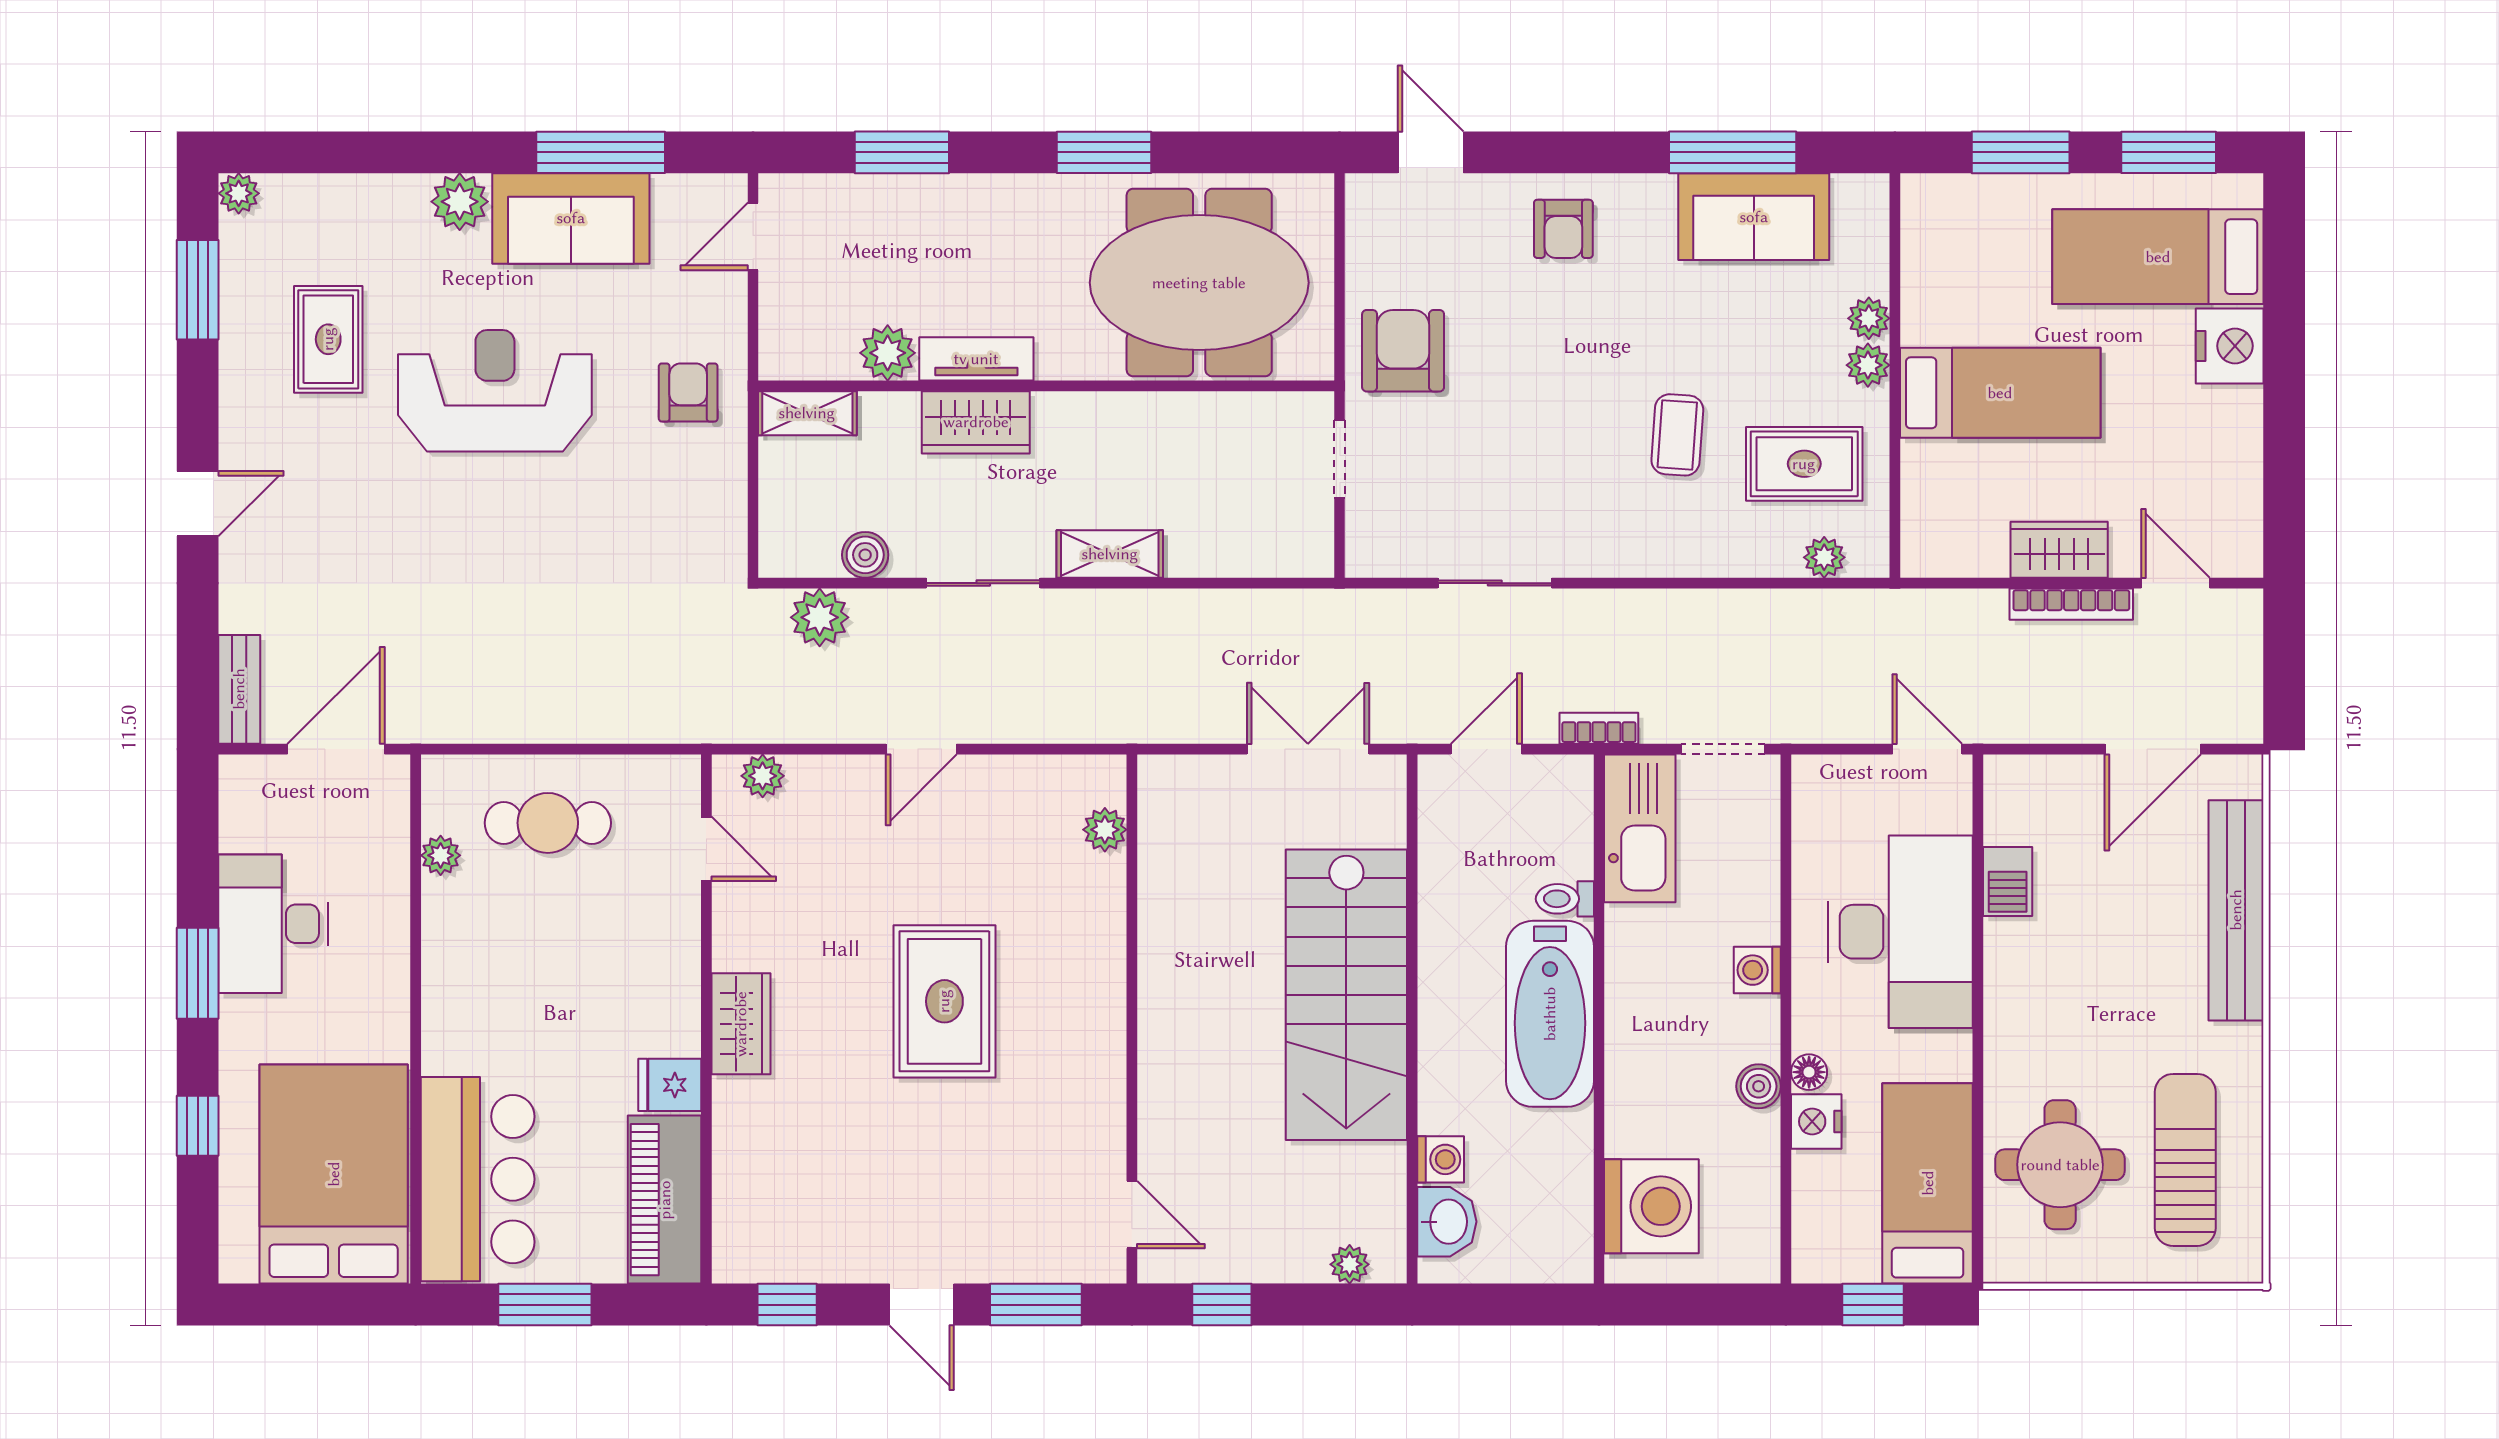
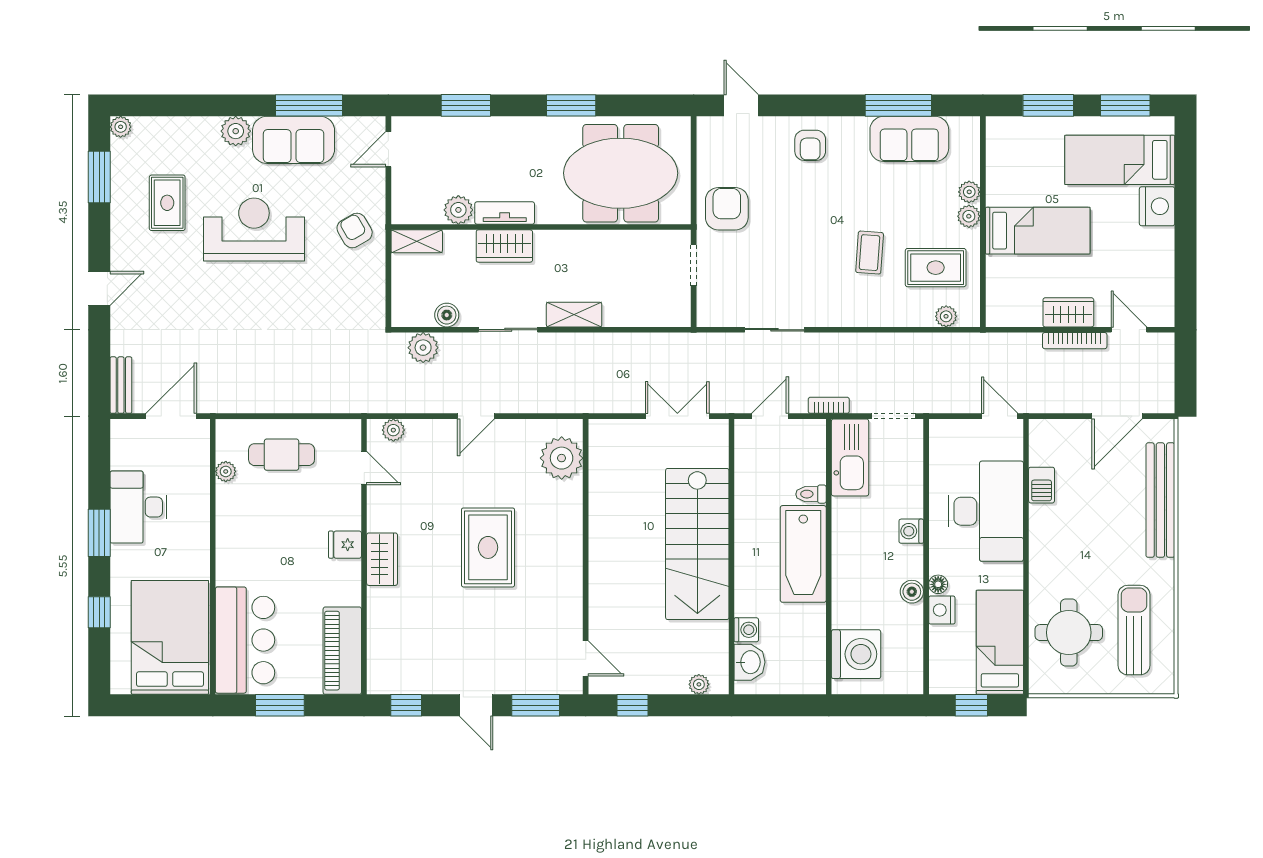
armchair: (688, 393) -> (355, 230), turned -30
plant: (1105, 830) -> (562, 458), width x1.87, depth x1.87
fridge: (670, 1085) -> (345, 545), moved

